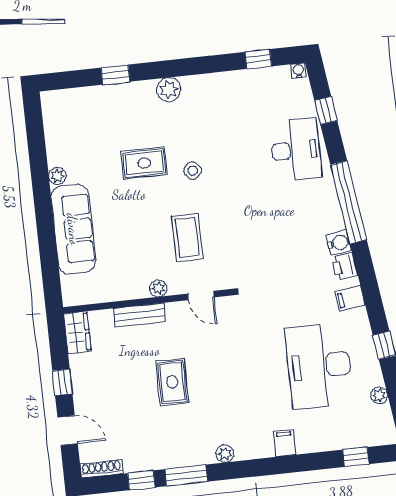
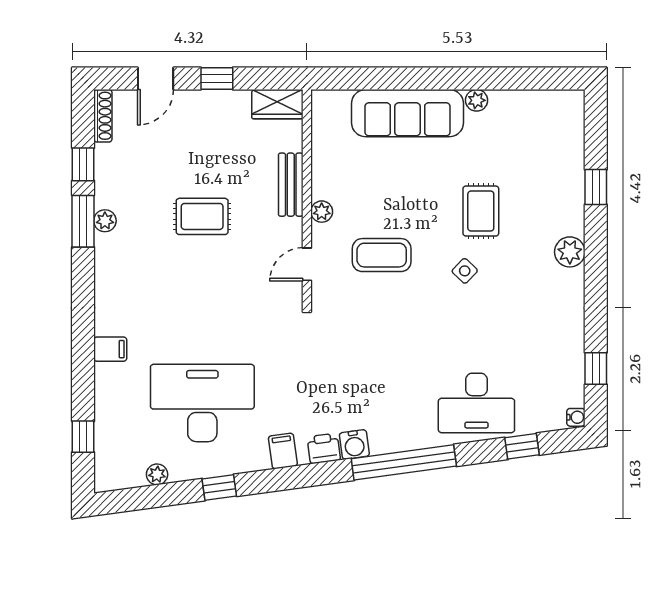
plant: (225, 454) -> (105, 221), moved

